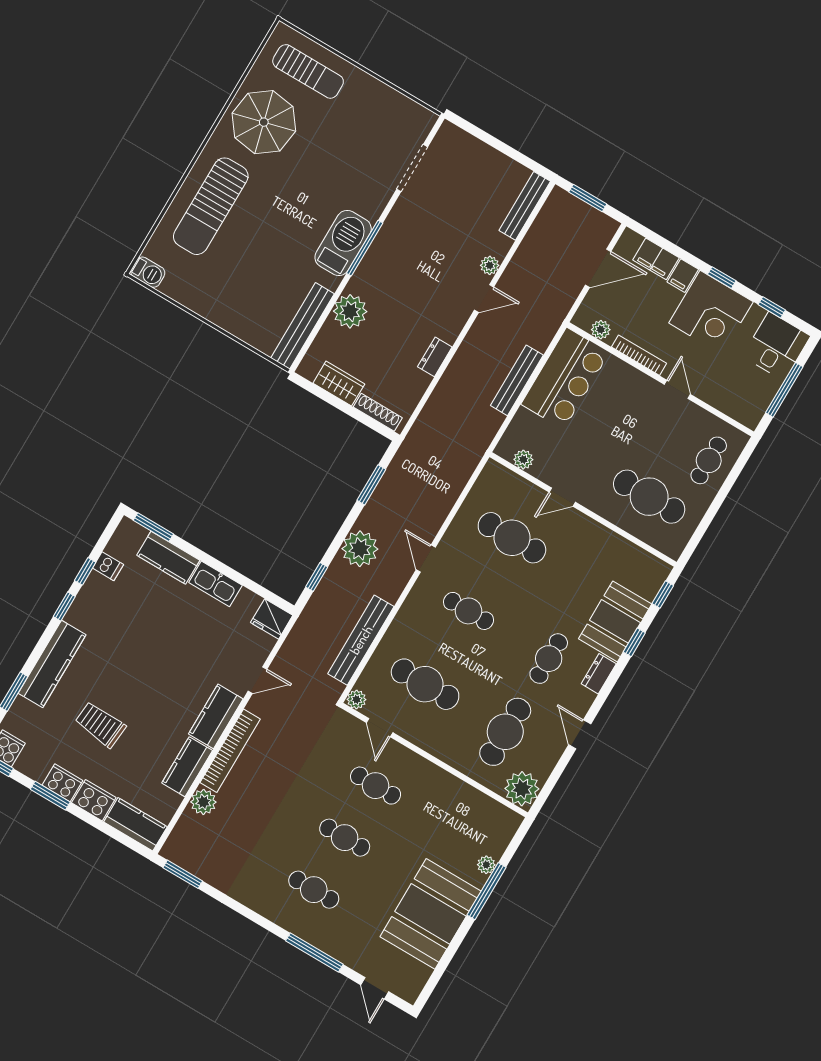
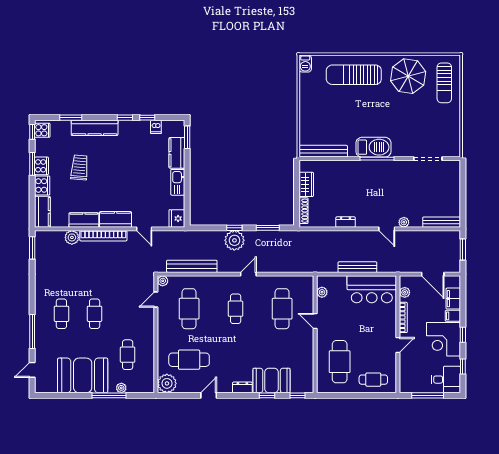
plant: (350, 311) -> (343, 169), removed
window: (317, 577) -> (234, 228), moved
cafe table: (549, 659) -> (236, 360), removed
cafe table: (376, 786) -> (128, 355), moved

